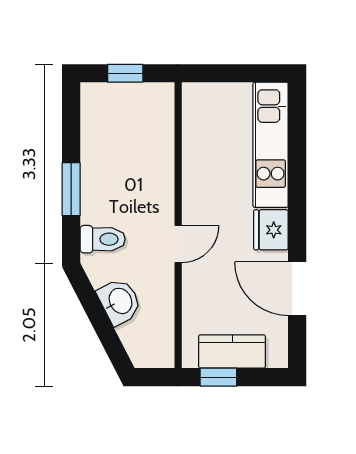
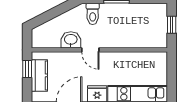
washbasin: (120, 301) -> (71, 40), moved, turned -153

